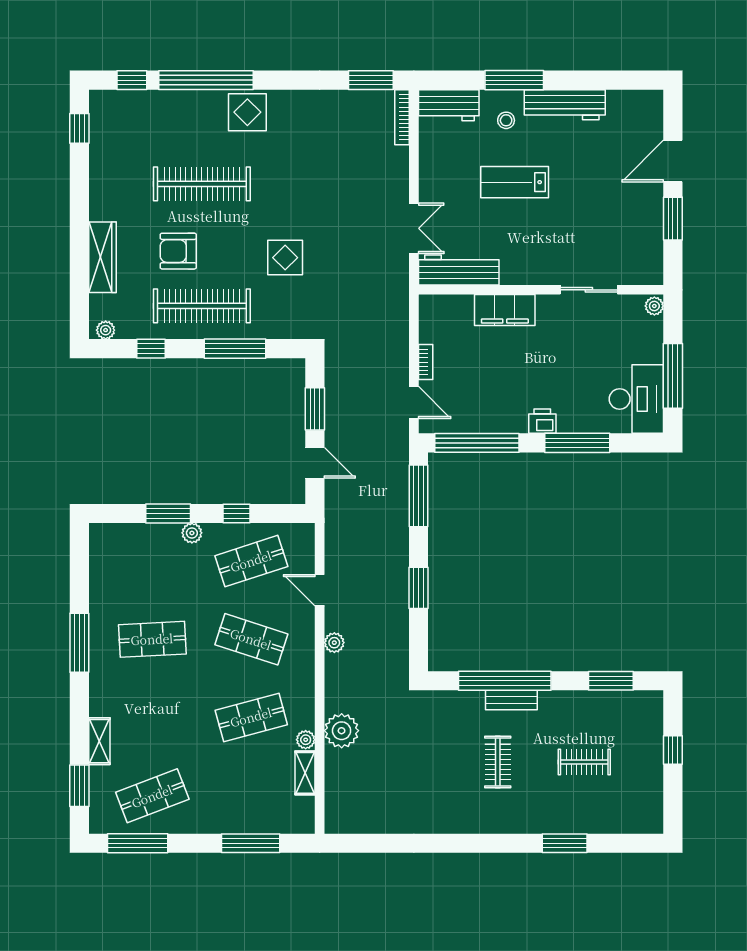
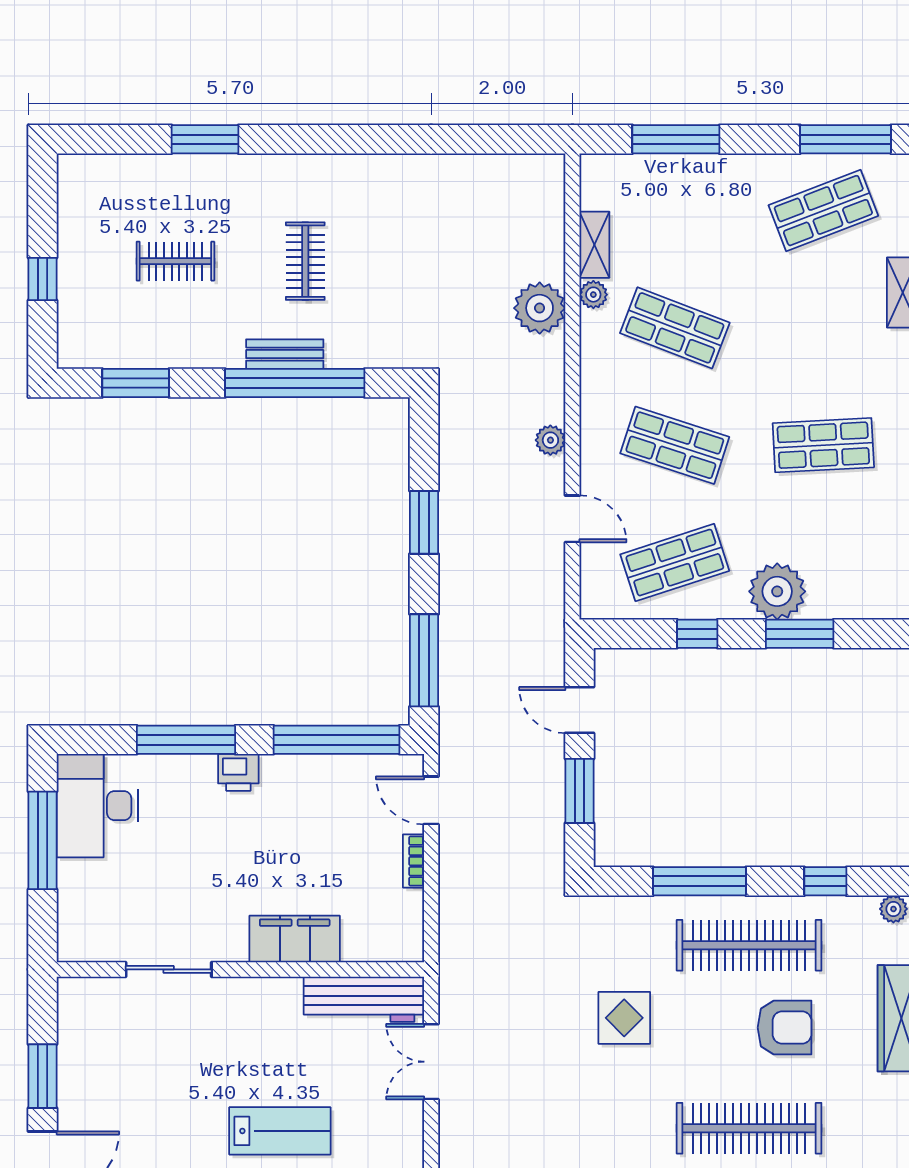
plant: (654, 306) -> (70, 945), removed
plant: (192, 533) -> (777, 591), width x1.88, depth x1.88
shop shelf: (251, 717) -> (675, 328), turned 36

